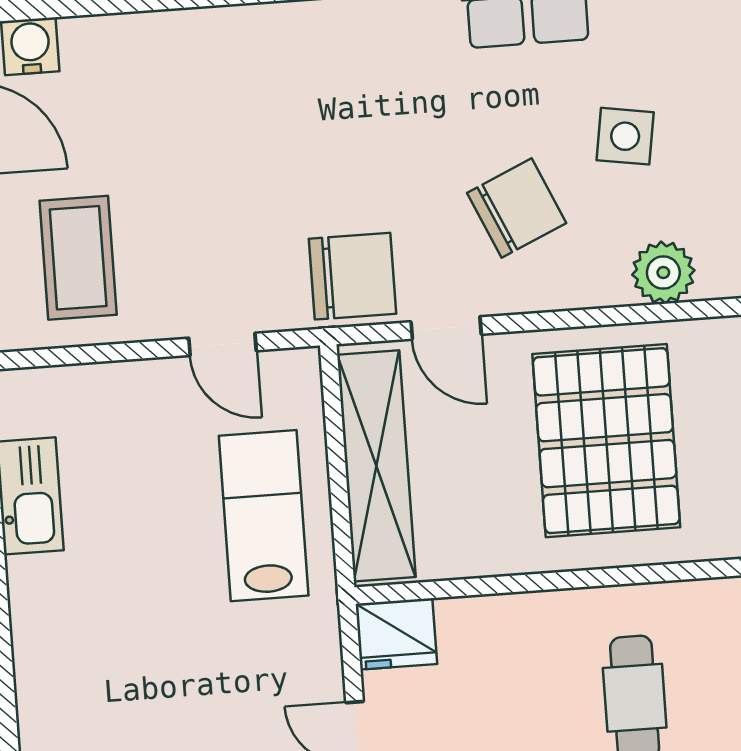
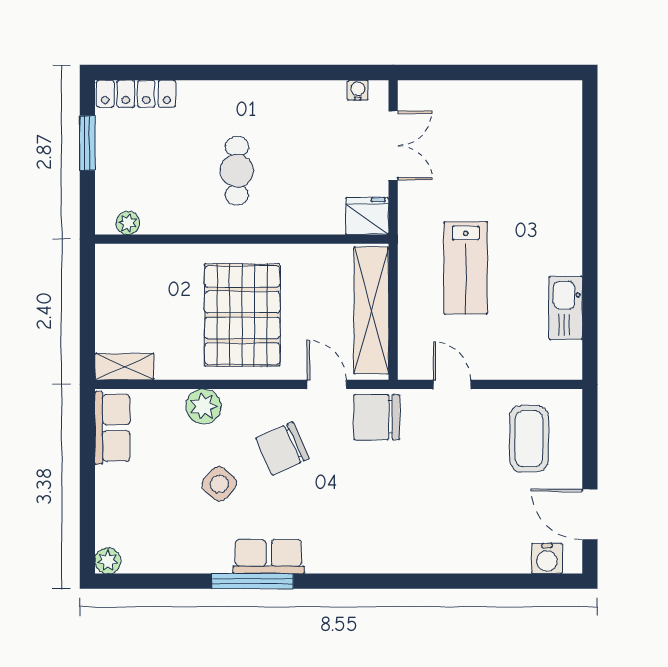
side table: (625, 136) -> (219, 484), turned 33
lab bench: (264, 516) -> (466, 268), moved

